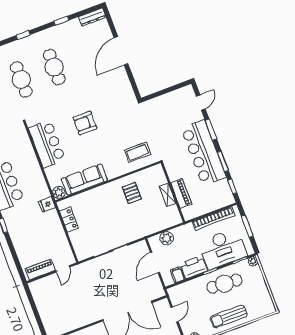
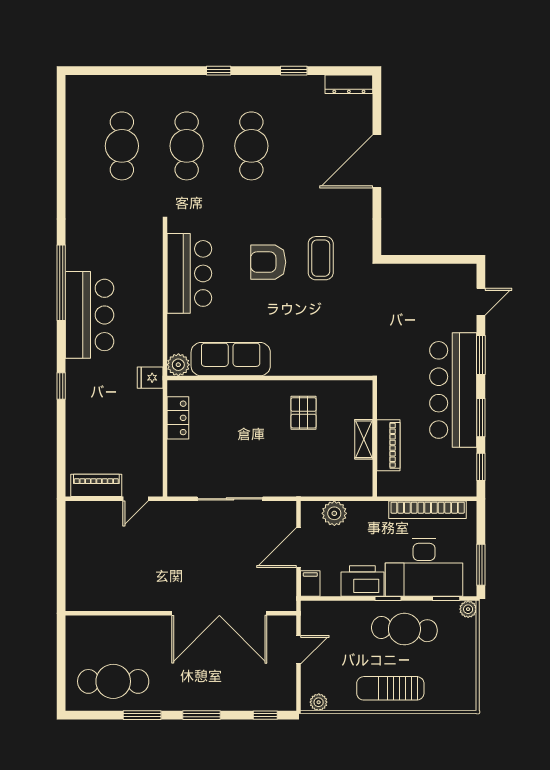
coffee table: (138, 152) -> (321, 258), moved, turned 90
window: (247, 226) -> (481, 565), moved
filing cabinet: (178, 275) -> (310, 583), moved

